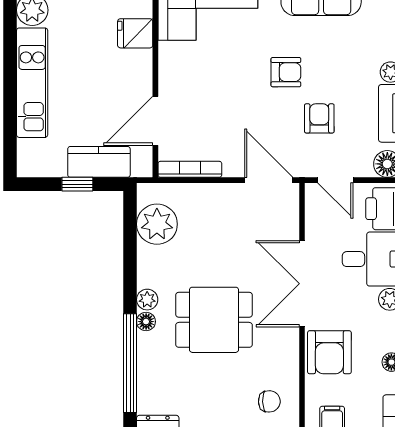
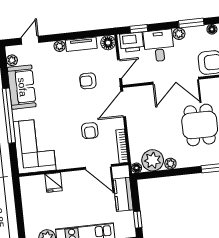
armchair: (286, 72) -> (90, 131), moved, turned 180
window: (77, 184) -> (138, 220), moved
plant: (147, 300) -> (170, 164), moved
floor lamp: (146, 322) -> (137, 168), moved

